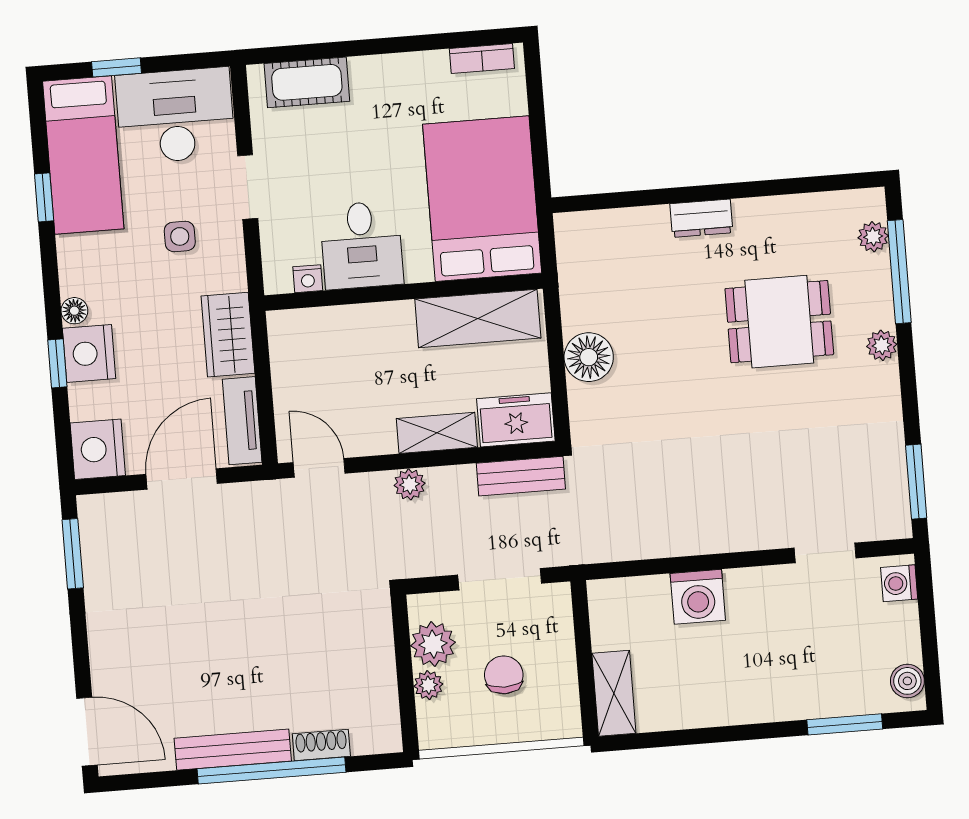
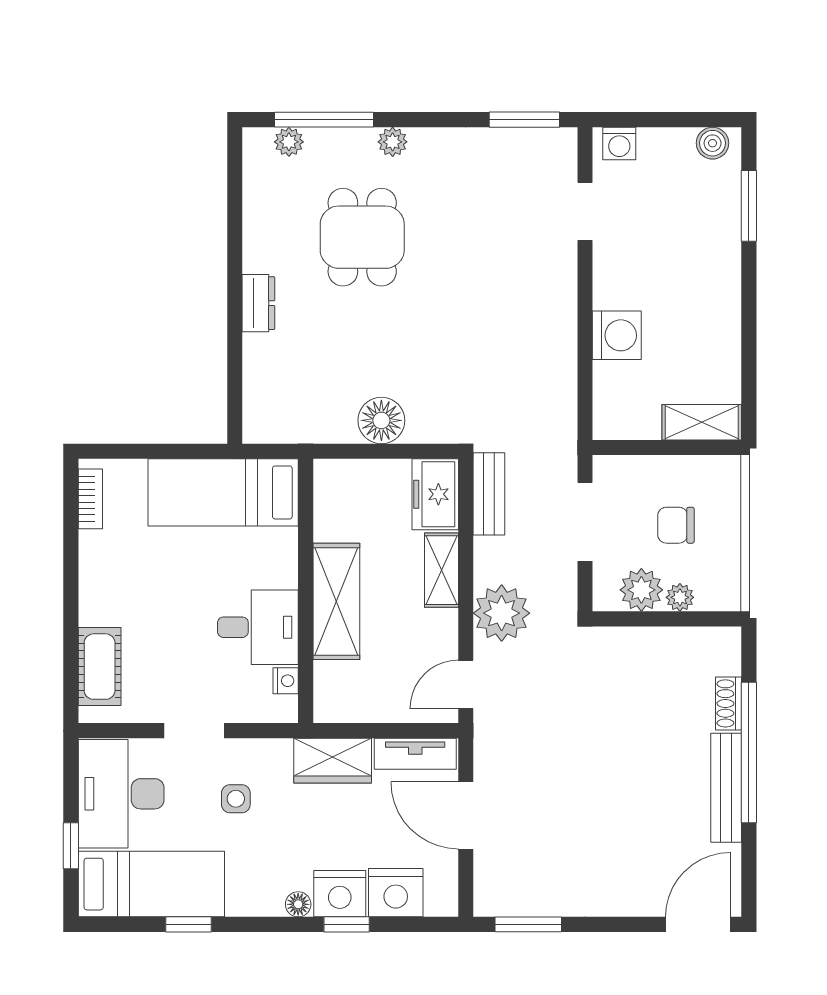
bed: (482, 199) -> (223, 492), width x0.67
shelving: (478, 318) -> (336, 601), moved
nightstand: (98, 449) -> (396, 893), moved
plant: (410, 484) -> (502, 613), width x1.87, depth x1.87

